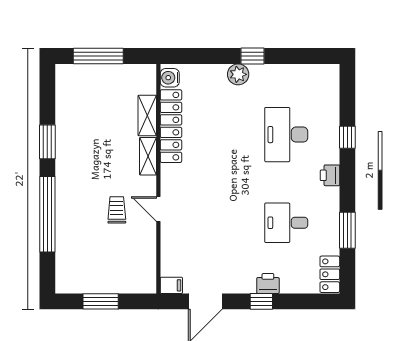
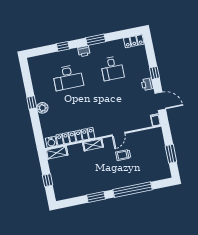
window: (98, 56) -> (48, 180), width x0.46
shelving: (147, 115) -> (57, 153), moved
window: (347, 230) -> (96, 40), moved
printer: (268, 284) -> (147, 84), moved

